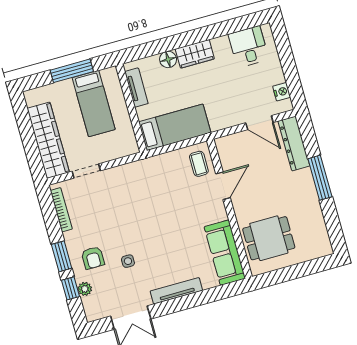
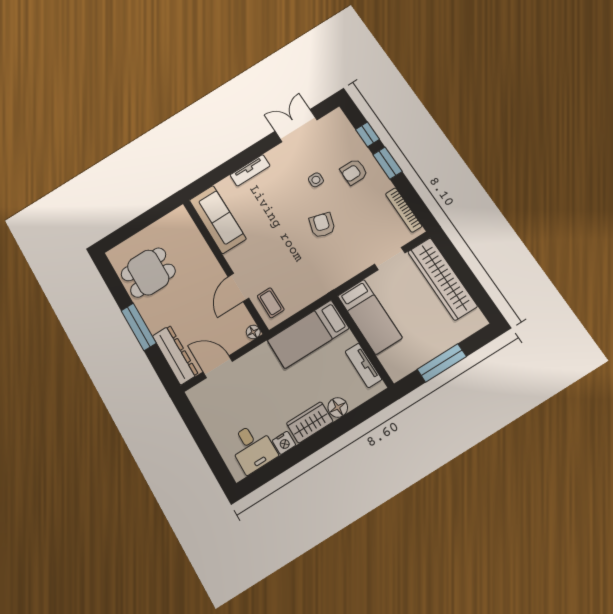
nightstand: (282, 92) -> (284, 443), moved, turned -90
bed: (94, 104) -> (370, 317), moved, turned 180
floor lamp: (221, 143) -> (253, 332), added
armchair: (135, 218) -> (322, 225), added
dining table: (269, 238) -> (148, 272), moved
armchair: (93, 258) -> (354, 172), turned -90
plant: (85, 289) -> (352, 138), removed
tv unit: (176, 291) -> (250, 170), width x0.71

